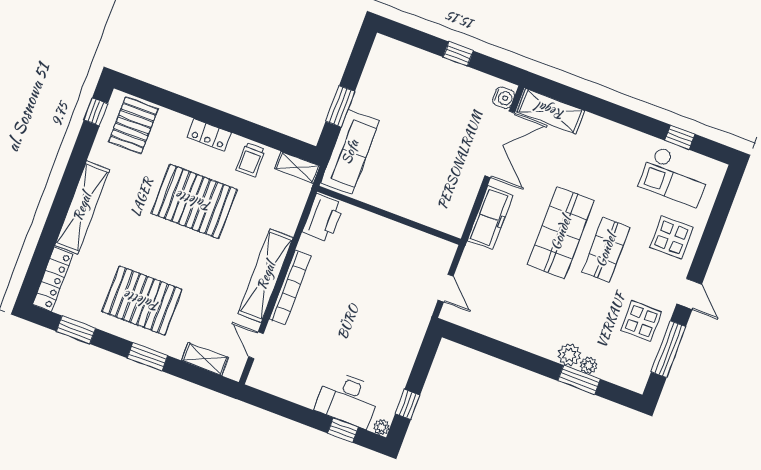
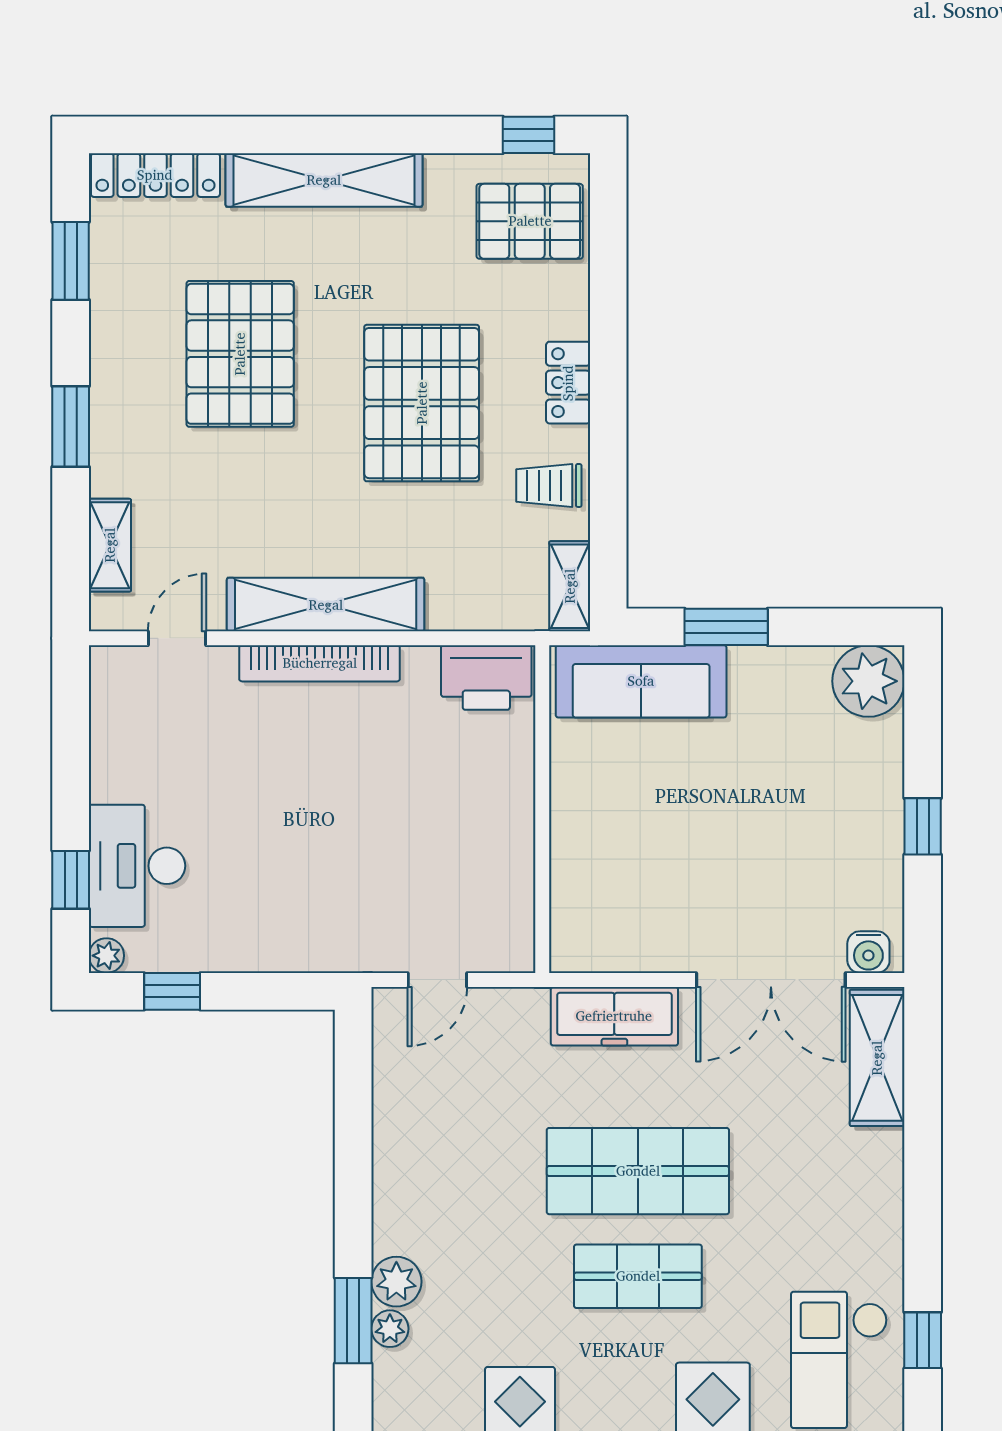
plant: (387, 54) -> (868, 681), added
pallet: (142, 301) -> (240, 354), moved

